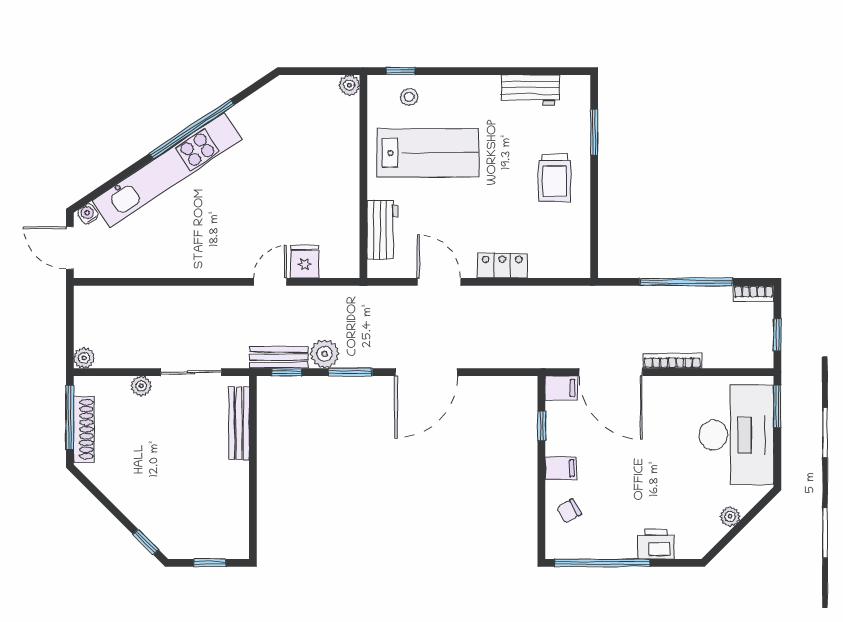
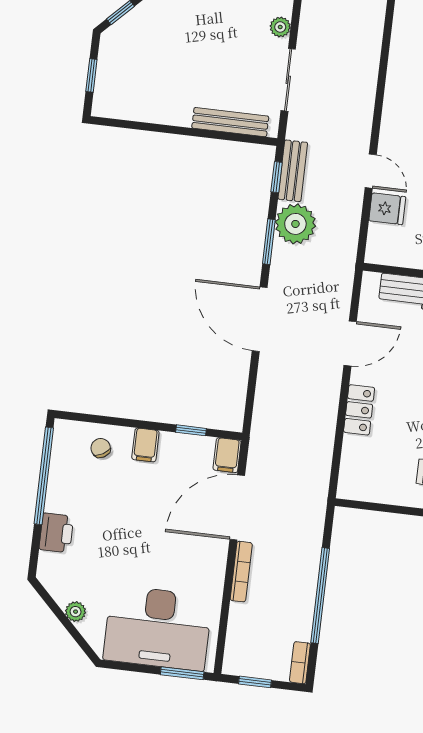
plant: (325, 354) -> (295, 224), width x1.36, depth x1.36

